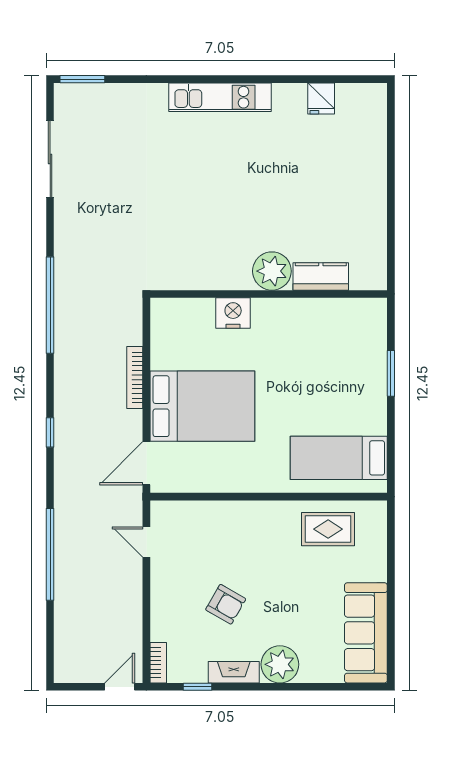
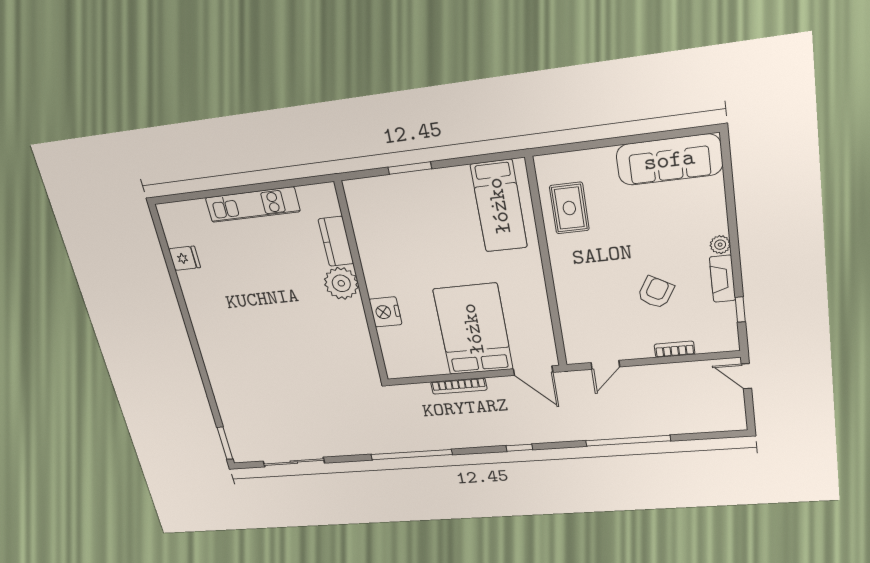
kitchen unit: (220, 97) -> (253, 205), moved, turned 90
bookcase: (158, 663) -> (675, 349), moved
plant: (280, 664) -> (720, 245), width x0.53, depth x0.53

